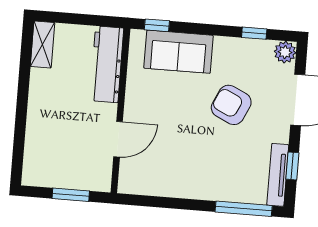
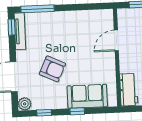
window: (157, 25) -> (77, 111), moved
workbench: (107, 64) -> (129, 90), width x0.73
window: (292, 166) -> (12, 27), moved

